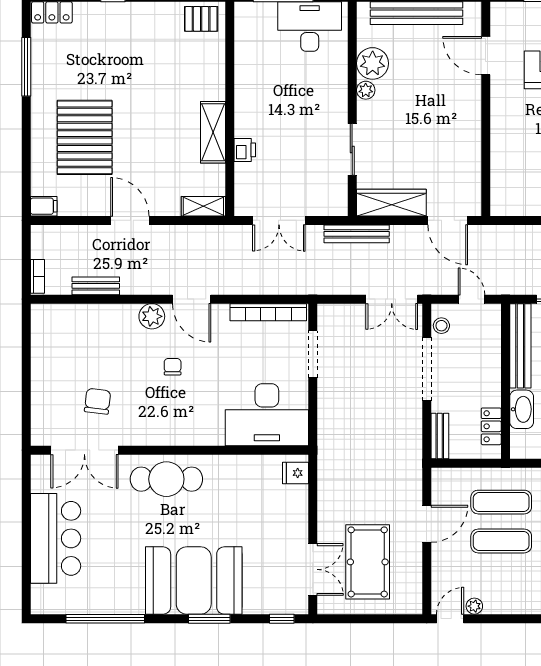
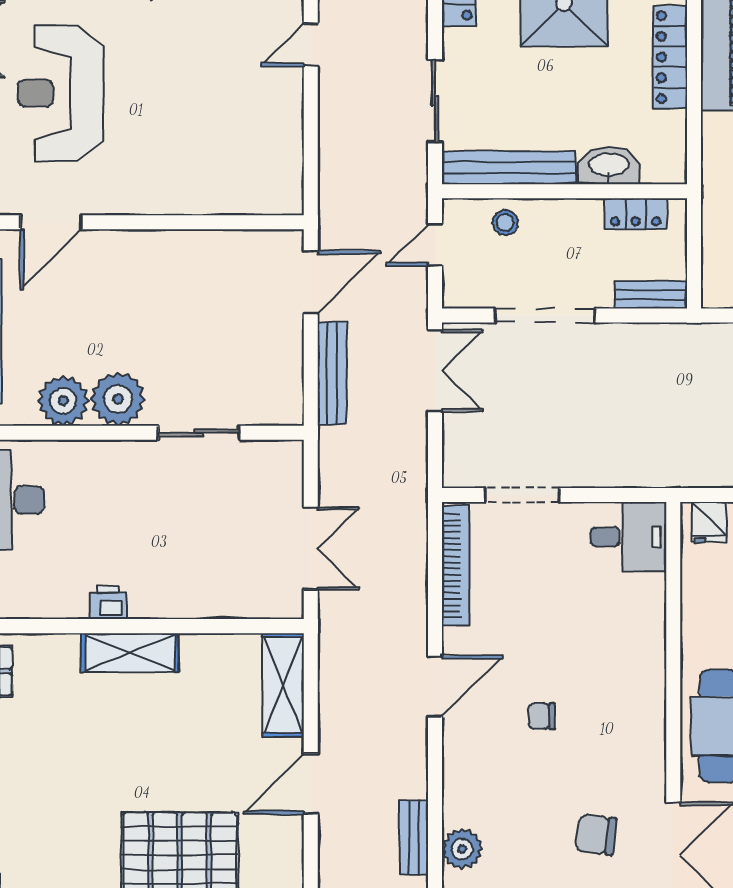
plant: (366, 90) -> (118, 399), width x1.88, depth x1.88
shelving: (213, 132) -> (130, 653), moved
printer: (245, 150) -> (108, 603), moved
wardrobe: (391, 203) -> (283, 371), removed
shelving: (203, 206) -> (283, 685), width x1.50, depth x1.33
bench: (357, 234) -> (332, 373), moved
plant: (152, 316) -> (462, 849), moved
stool: (441, 326) -> (505, 223), moved
desk: (267, 415) -> (629, 537), width x0.53, depth x0.77

